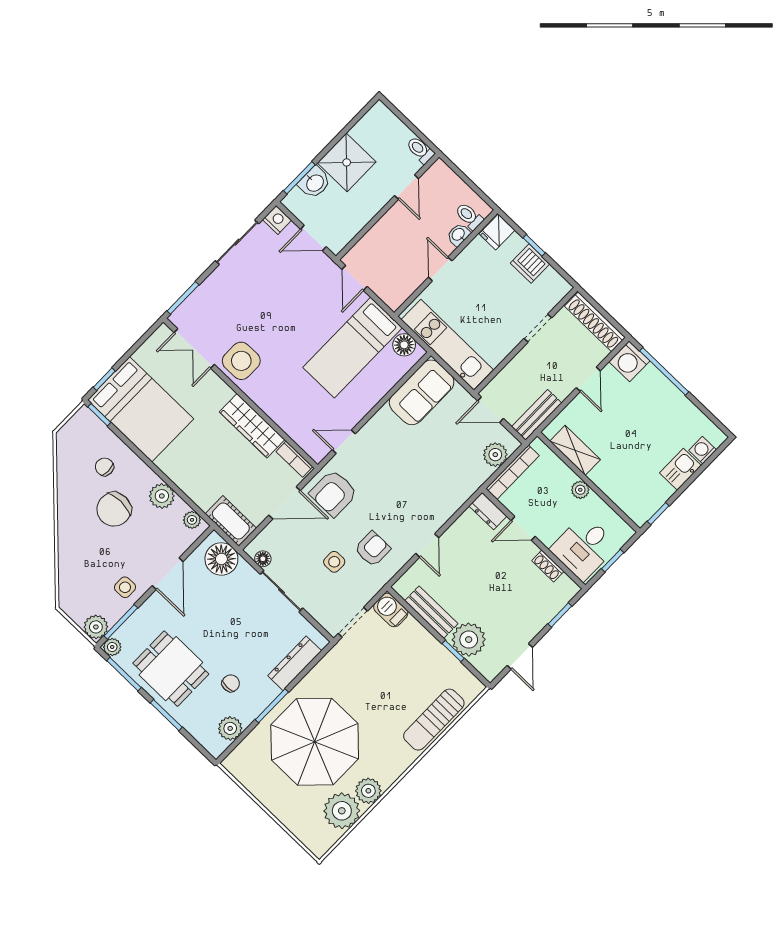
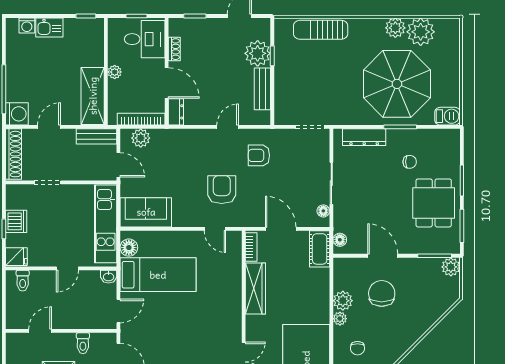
toilet: (420, 150) -> (83, 343), moved
washbasin: (459, 235) -> (109, 277), moved
side table: (241, 361) -> (225, 329), removed
shelving: (575, 450) -> (93, 96), width x1.50, depth x1.33
armchair: (334, 493) -> (222, 190), moved, turned -90
chair: (114, 509) -> (382, 293), moved, turned -90
plant: (192, 520) -> (340, 319), moved
door: (523, 528) -> (167, 83), width x1.38
floor lamp: (221, 559) -> (340, 240), width x0.53, depth x0.53
side table: (334, 562) -> (287, 170), removed
door: (168, 574) -> (383, 256), hinge flipped
side table: (125, 587) -> (413, 272), removed
barbecue: (391, 610) -> (448, 116), moved, turned -90
plant: (112, 647) -> (453, 247), removed
chair: (231, 683) -> (410, 162), turned 180
sun lounger: (434, 720) -> (321, 30), turned 180
plant: (230, 728) -> (435, 138), removed

